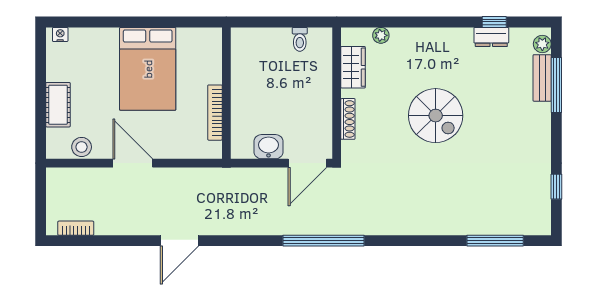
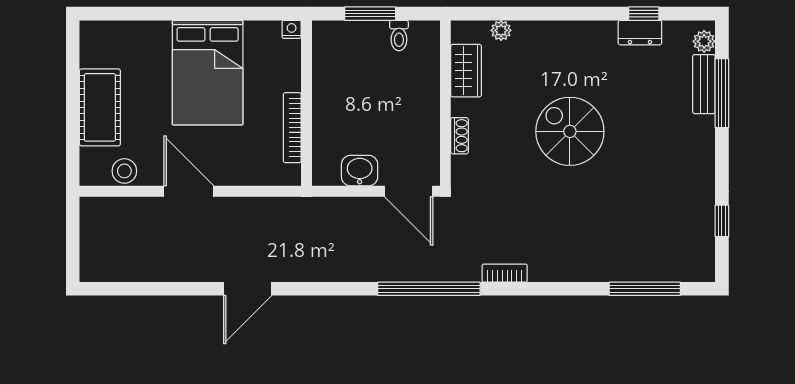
window: (277, 22) -> (370, 14), added
nightstand: (60, 34) -> (292, 29), moved
cot: (58, 105) -> (100, 107), width x1.37, depth x1.34
spiral stairs: (436, 116) -> (570, 131), turned 180
shoe rack: (348, 119) -> (460, 136), width x0.70
door: (307, 163) -> (409, 191), hinge flipped
bookcase: (76, 228) -> (505, 273), moved

